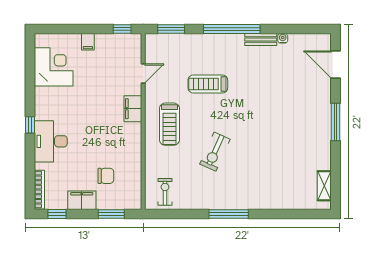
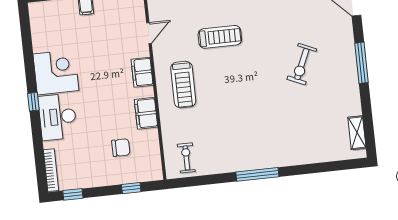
corner desk: (54, 67) -> (56, 72), moved
treadmill: (208, 84) -> (220, 37), turned 180
exercise bike: (215, 152) -> (302, 64), moved
filing cabinet: (82, 200) -> (146, 113), moved, turned -90
window: (111, 214) -> (131, 188), width x0.67

